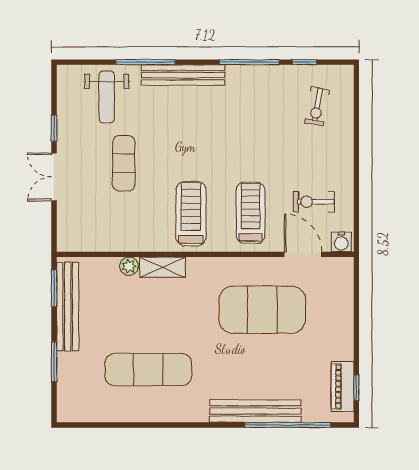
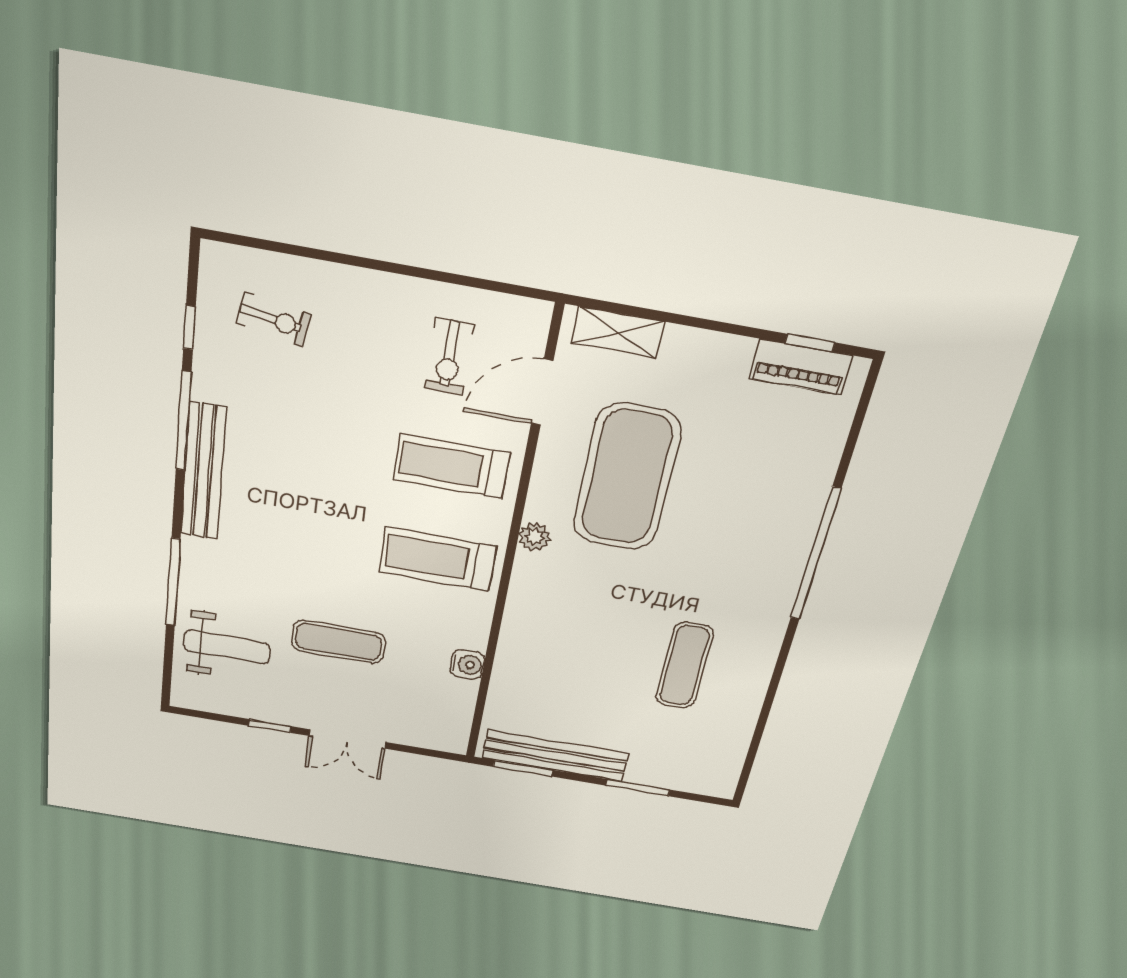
bench: (183, 75) -> (203, 471), moved
water cooler: (341, 242) -> (467, 664), moved
plant: (129, 266) -> (535, 537), moved
shelving: (163, 267) -> (618, 332), moved, turned 90
exercise mat: (148, 370) -> (684, 666), width x0.73, depth x0.69
bench: (255, 411) -> (801, 520), removed
window: (288, 425) -> (815, 554), moved

